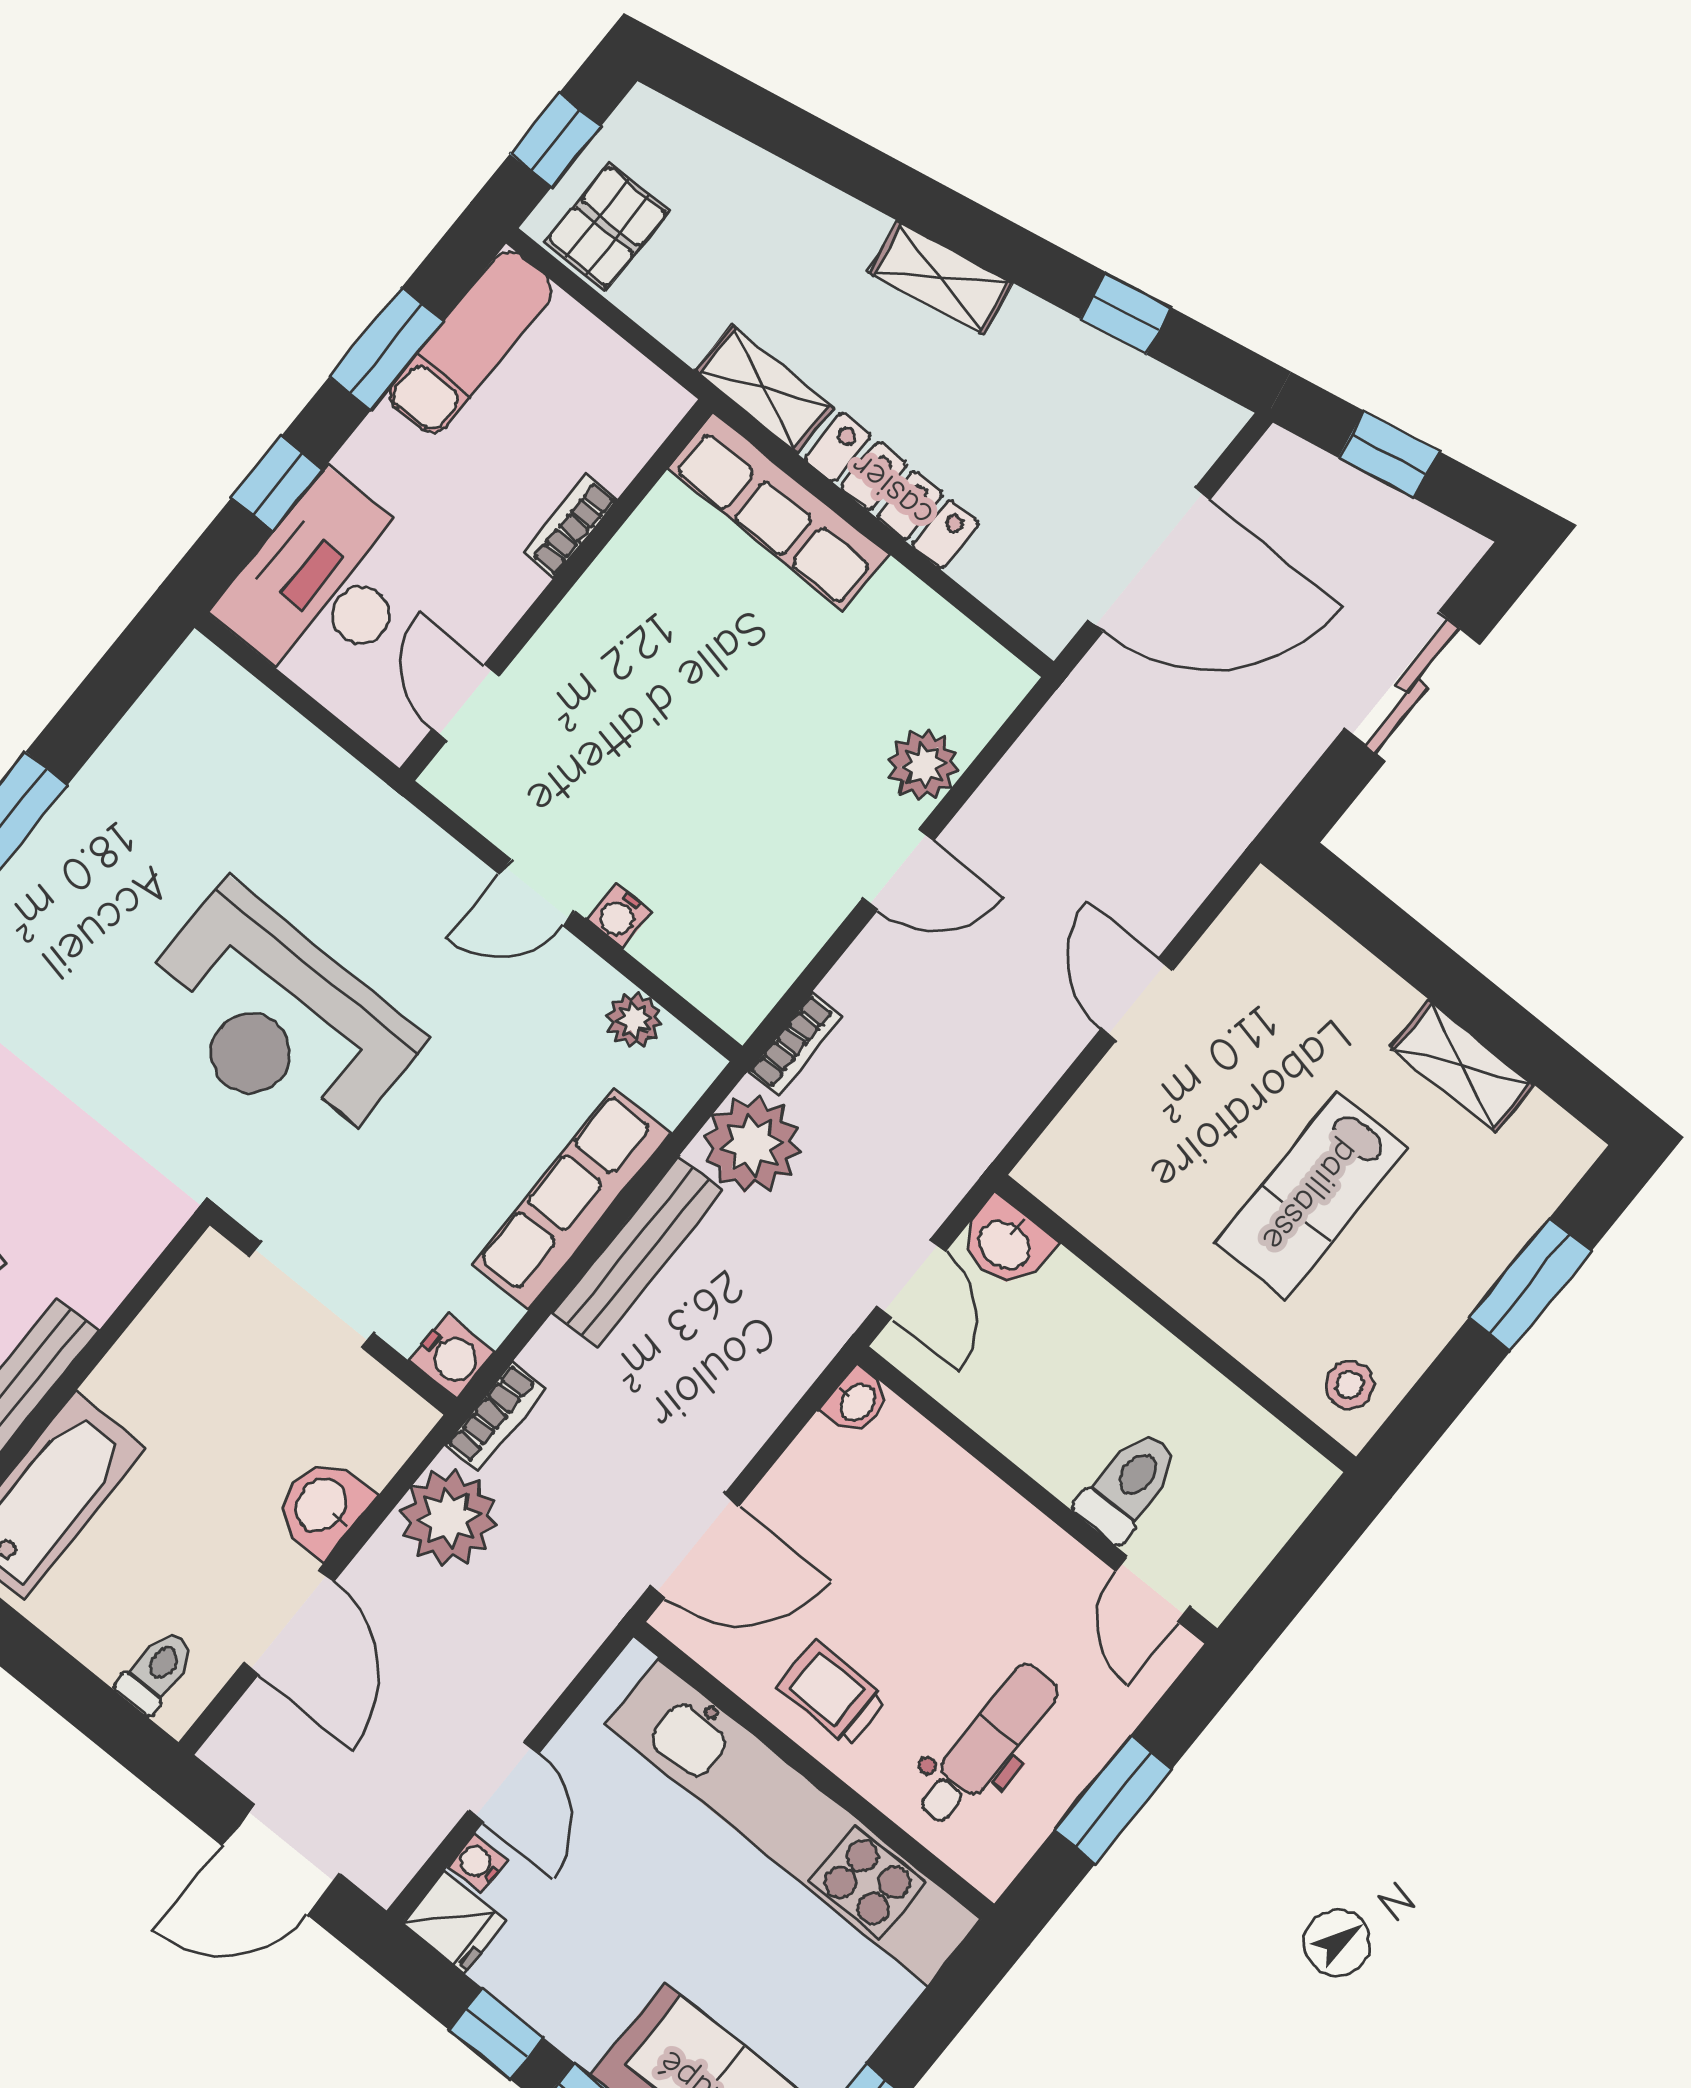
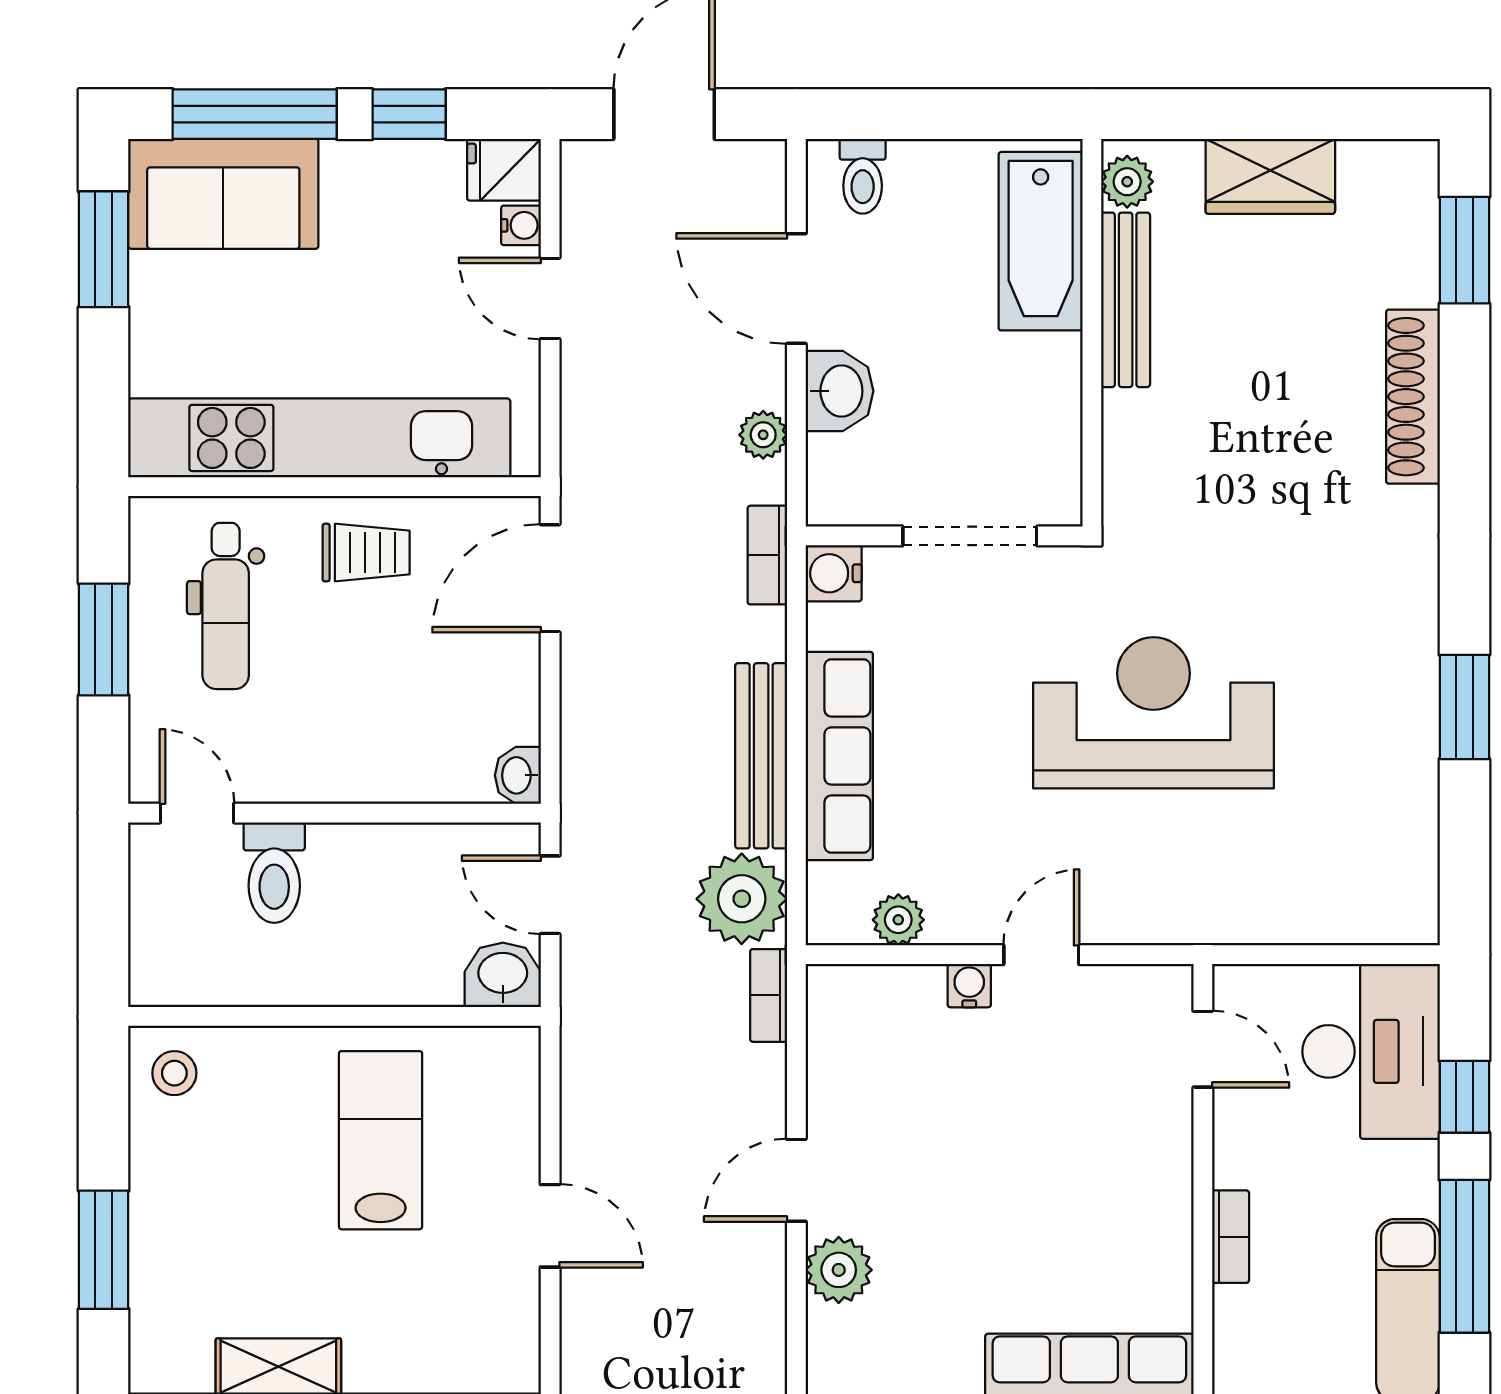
window: (386, 349) -> (1464, 1256), width x1.44
lab bench: (1311, 1196) -> (381, 1140), moved
plant: (449, 1518) -> (763, 435), width x0.53, depth x0.53

